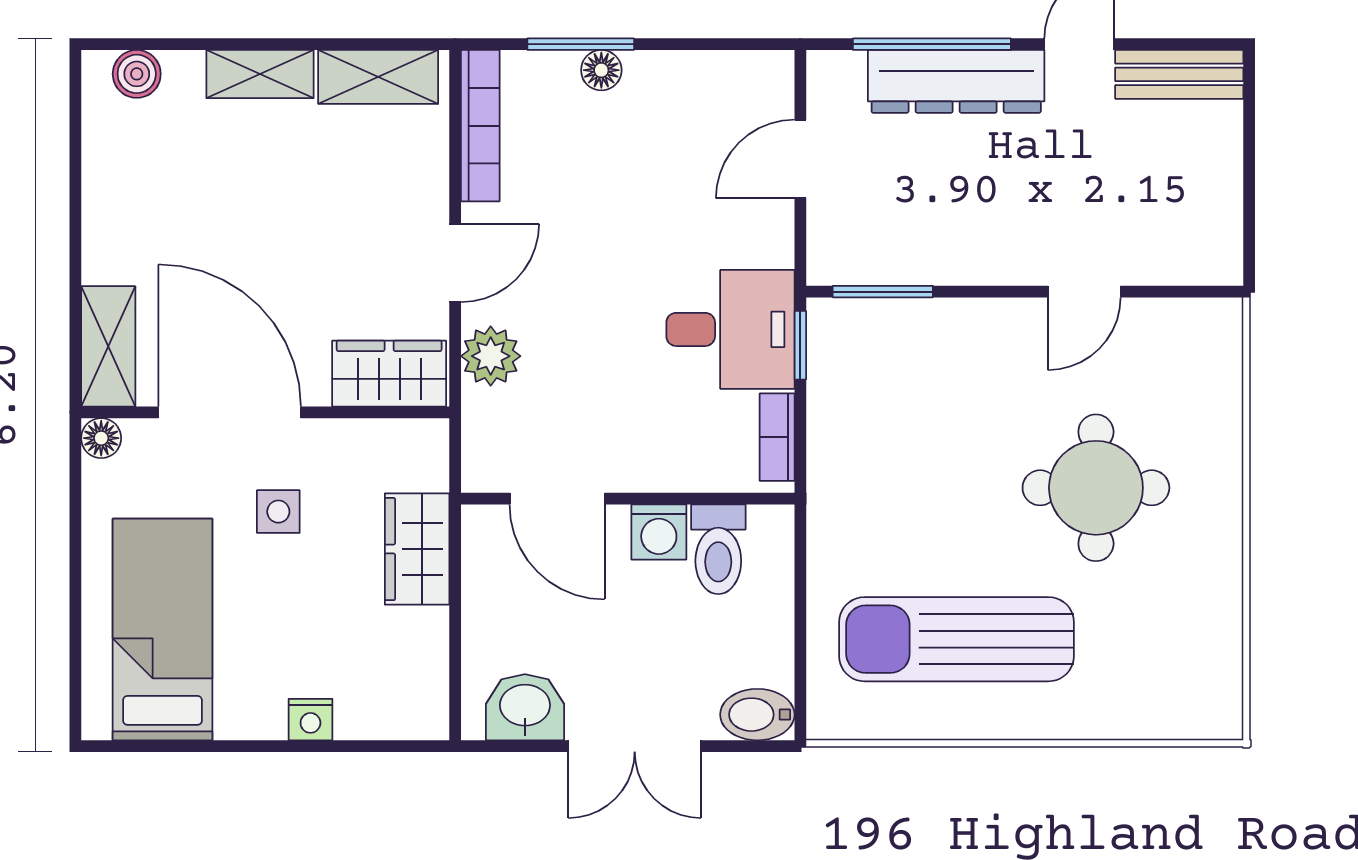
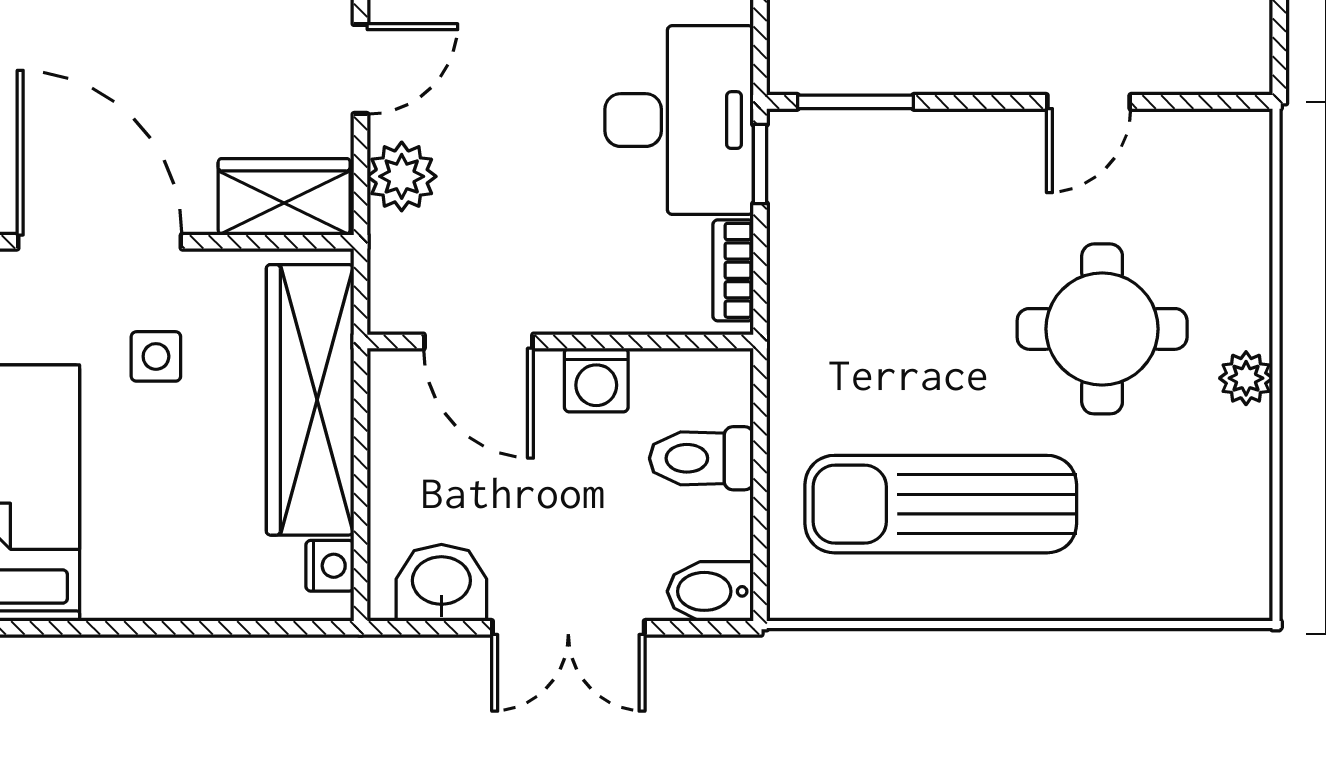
desk: (730, 329) -> (679, 120), width x1.37
plant: (1220, 530) -> (1246, 378), added
wardrobe: (417, 549) -> (310, 400), width x2.10, depth x1.17
toilet: (718, 549) -> (701, 458), moved, turned 90
nightstand: (310, 720) -> (330, 566), moved, turned -90

